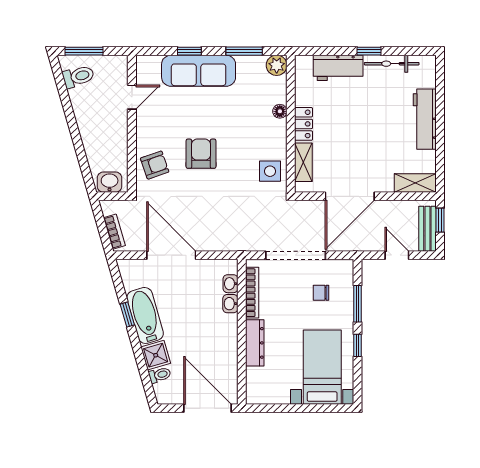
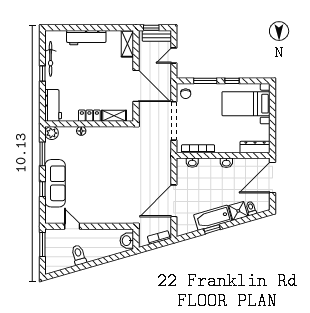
window: (84, 51) -> (42, 245), moved
workbench: (338, 68) -> (53, 105), moved
toilet: (78, 76) -> (79, 255), moved
armchair: (201, 154) -> (109, 182), removed
armchair: (155, 165) -> (116, 212), removed
side table: (270, 171) -> (120, 137), removed
chair: (321, 293) -> (186, 94), moved
washbasin: (230, 304) -> (226, 163), moved
dresser: (255, 343) -> (255, 147), moved

